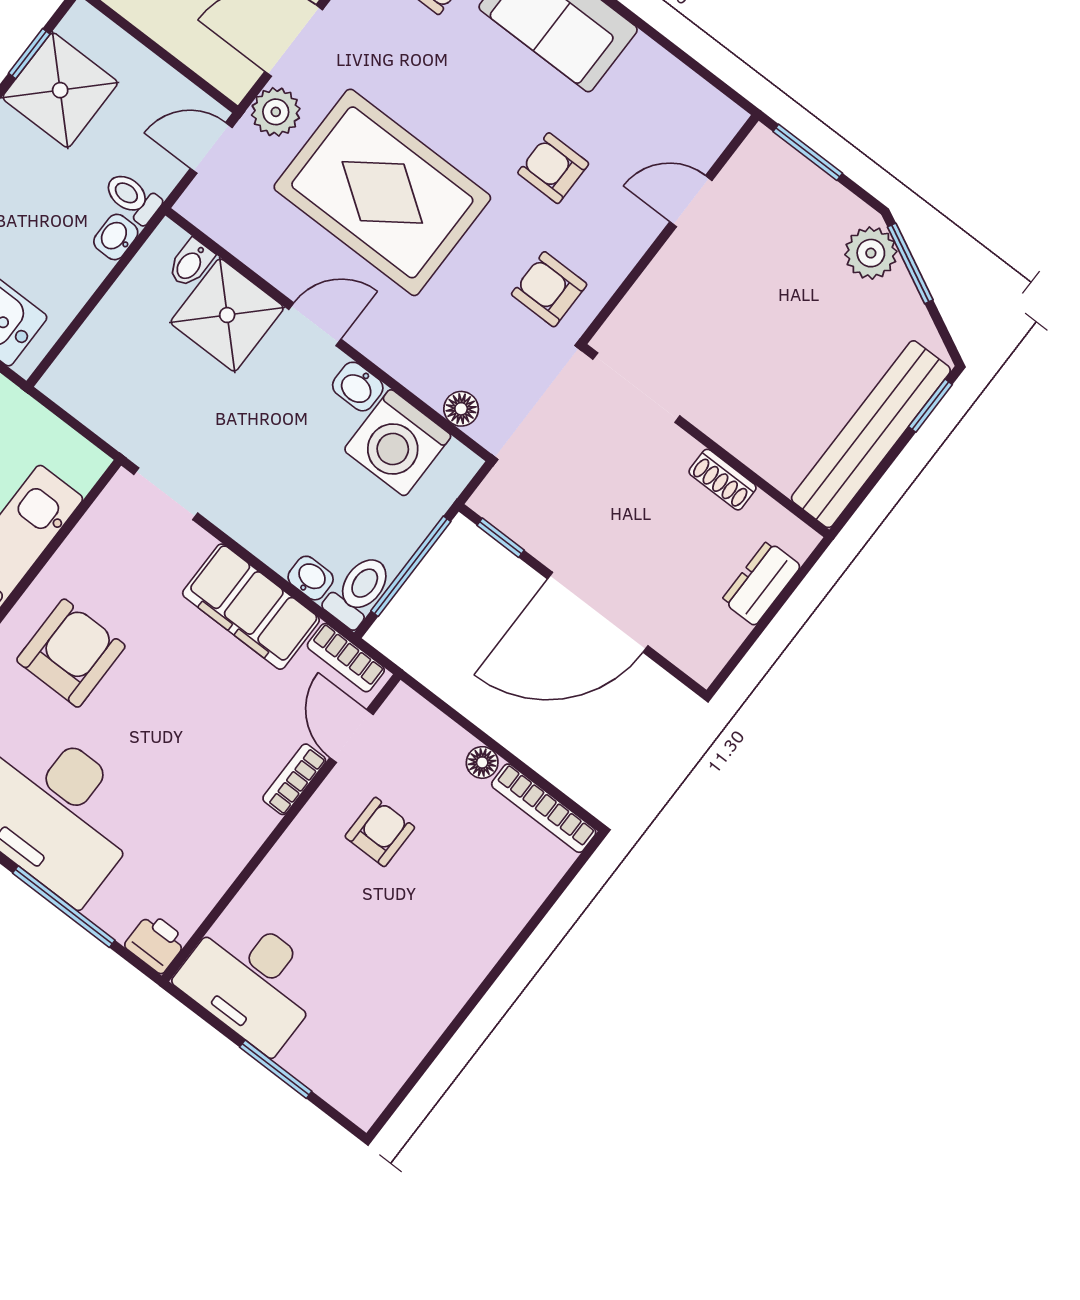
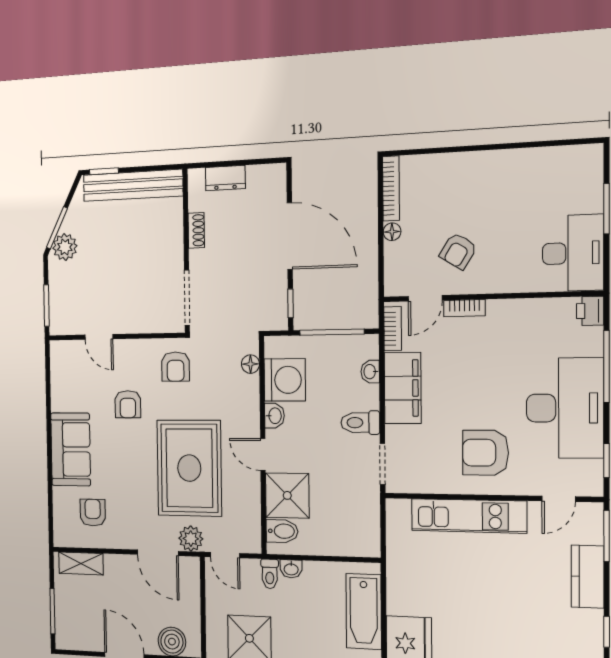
bidet: (191, 263) -> (282, 531), width x1.38, depth x1.36
toilet: (359, 591) -> (360, 423), moved
armchair: (380, 832) -> (458, 251), turned -58

